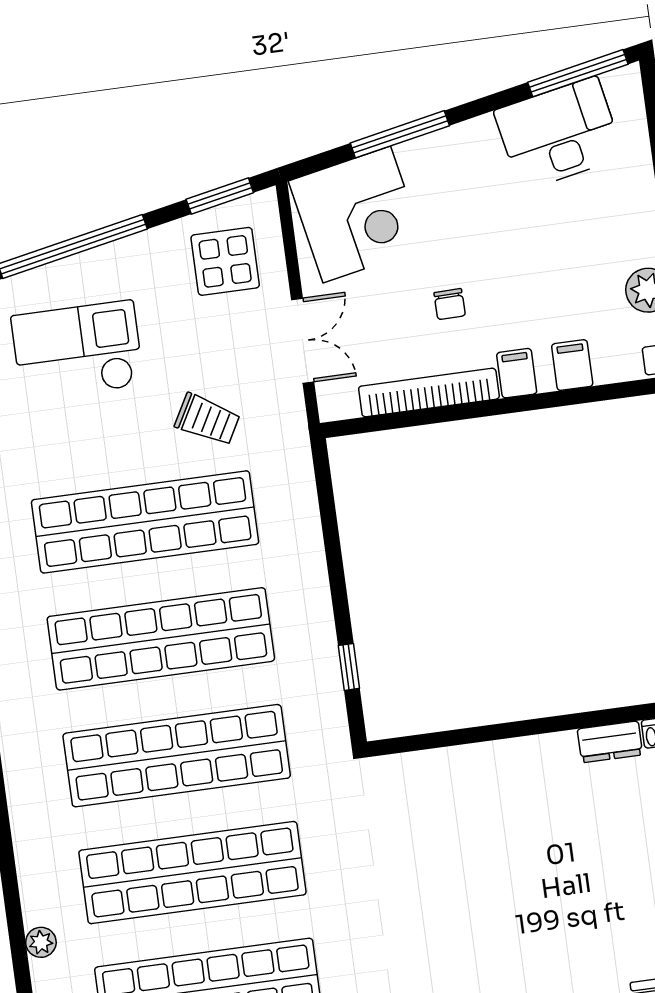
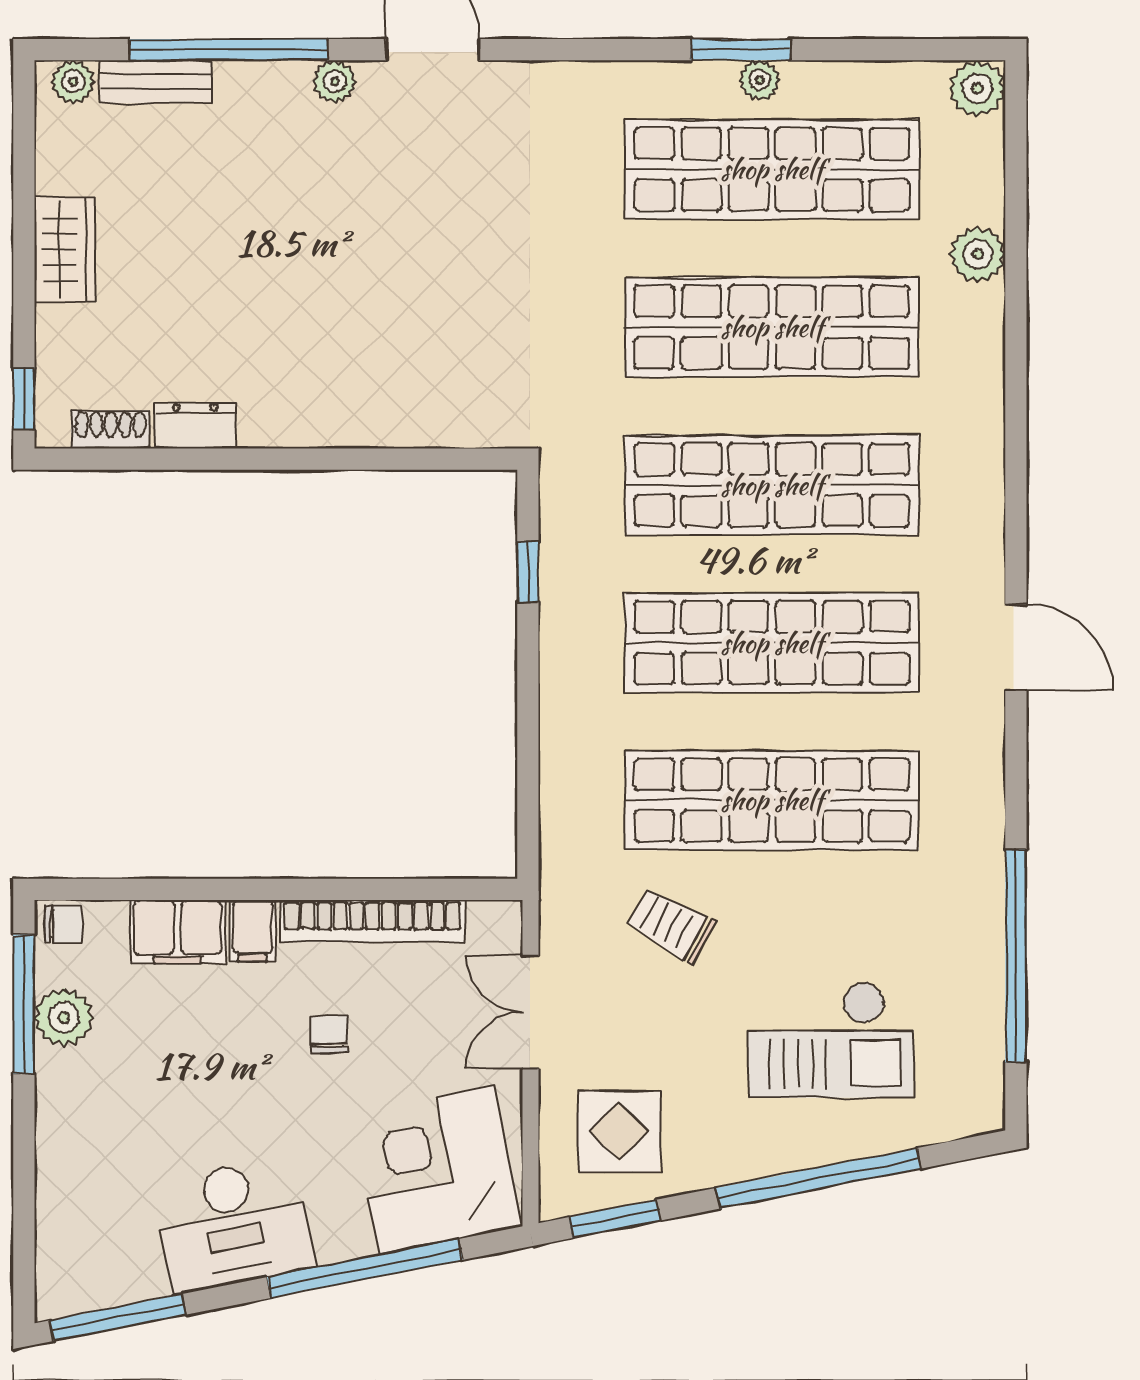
window: (400, 134) -> (365, 1268), width x1.46
desk: (559, 134) -> (233, 1225), moved
filing cabinet: (572, 365) -> (178, 932), width x2.00
plant: (41, 942) -> (978, 254), width x1.38, depth x1.38

